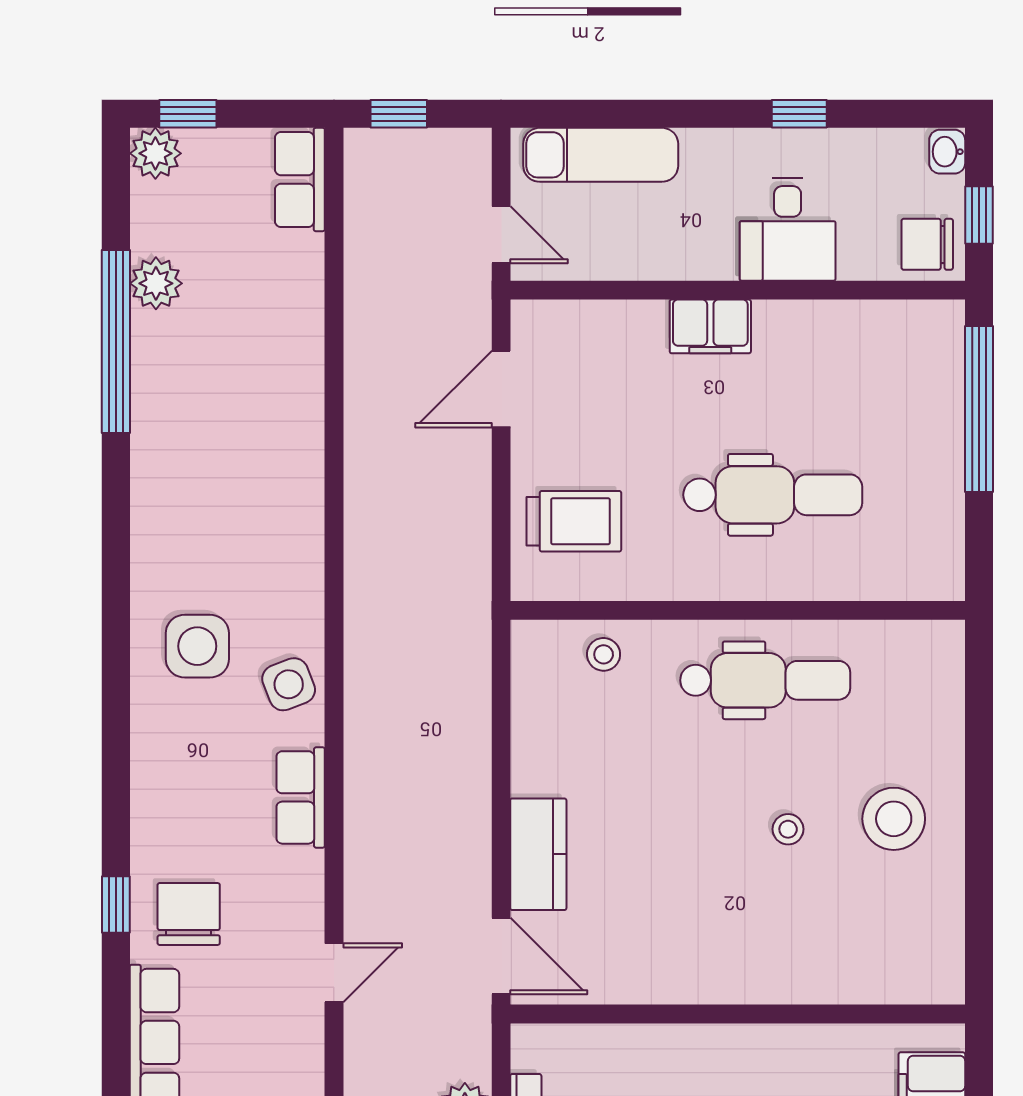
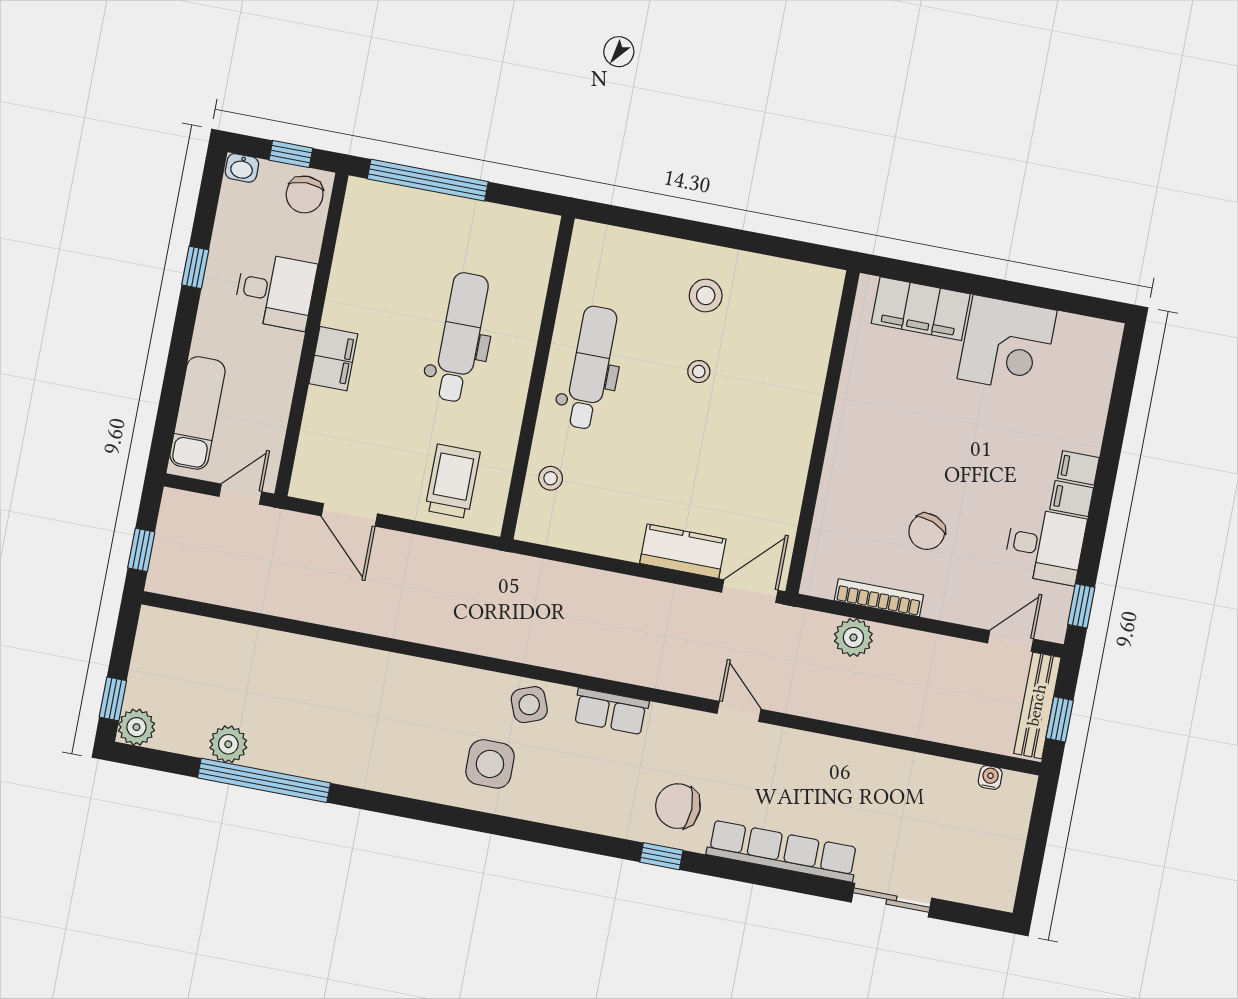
row of seats: (300, 180) -> (174, 629), removed
stool: (894, 819) -> (706, 296), width x0.73, depth x0.73

